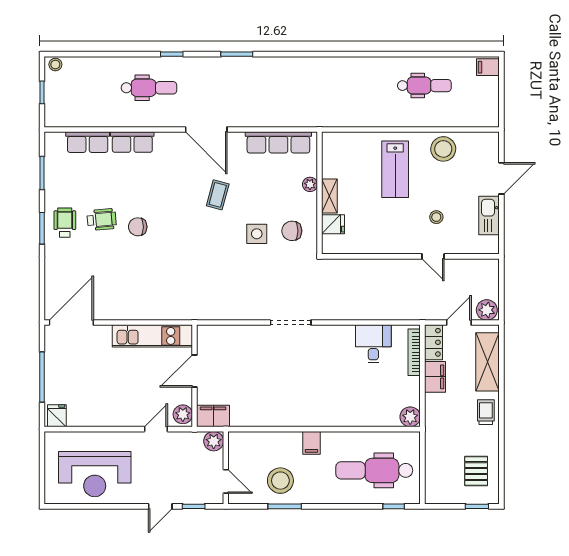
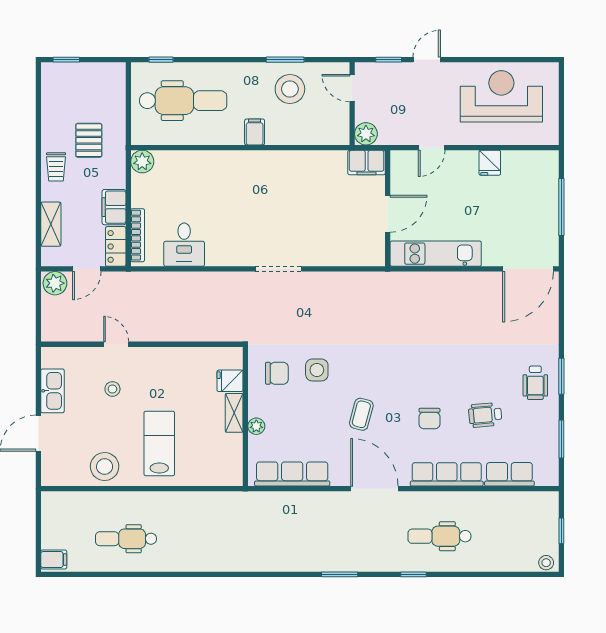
row of seats: (132, 142) -> (447, 474), width x1.48
wheelchair: (102, 220) -> (485, 415), moved
chair: (138, 227) -> (429, 419), moved, turned 90
shelving: (488, 362) -> (51, 224), width x0.67, depth x0.75
plant: (183, 414) -> (401, 164), removed
fridge: (57, 416) -> (490, 163), moved
pallet: (476, 471) -> (89, 140), moved

